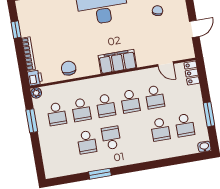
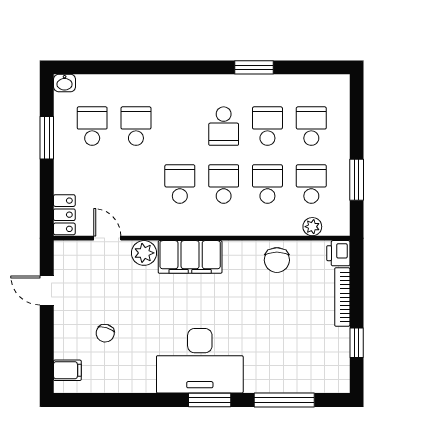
door: (194, 29) -> (47, 290), hinge flipped
plant: (144, 59) -> (144, 253), added
plant: (36, 93) -> (312, 227), moved
school desk: (155, 97) -> (311, 126), moved

